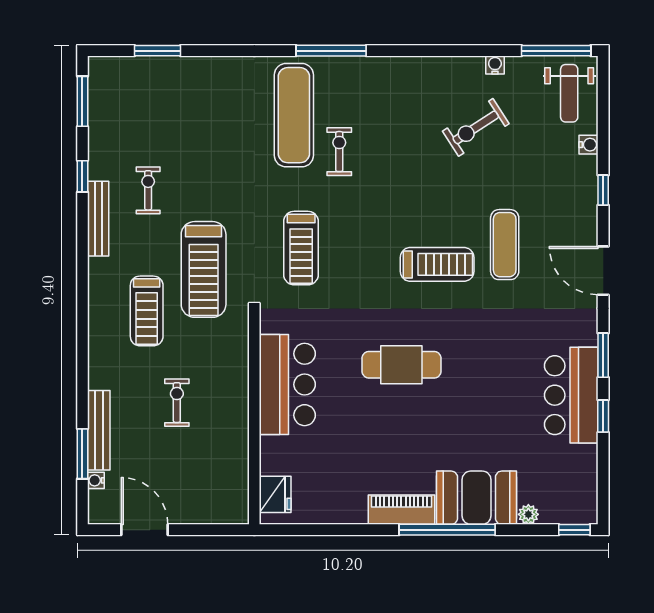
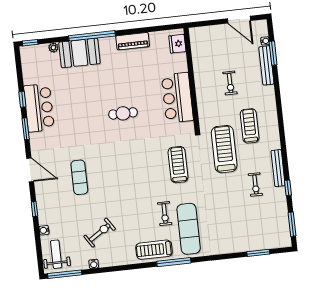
treadmill: (437, 264) -> (154, 250), moved
cafe table: (401, 365) -> (123, 113), width x0.73, depth x0.74
piano: (401, 510) -> (133, 41), moved

